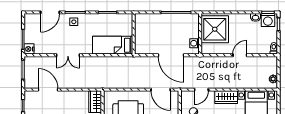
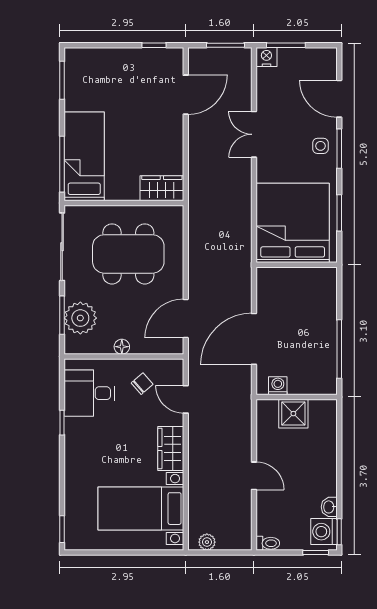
shower: (215, 29) -> (293, 414), width x0.54, depth x0.54
bed: (113, 45) -> (293, 223), width x2.04

